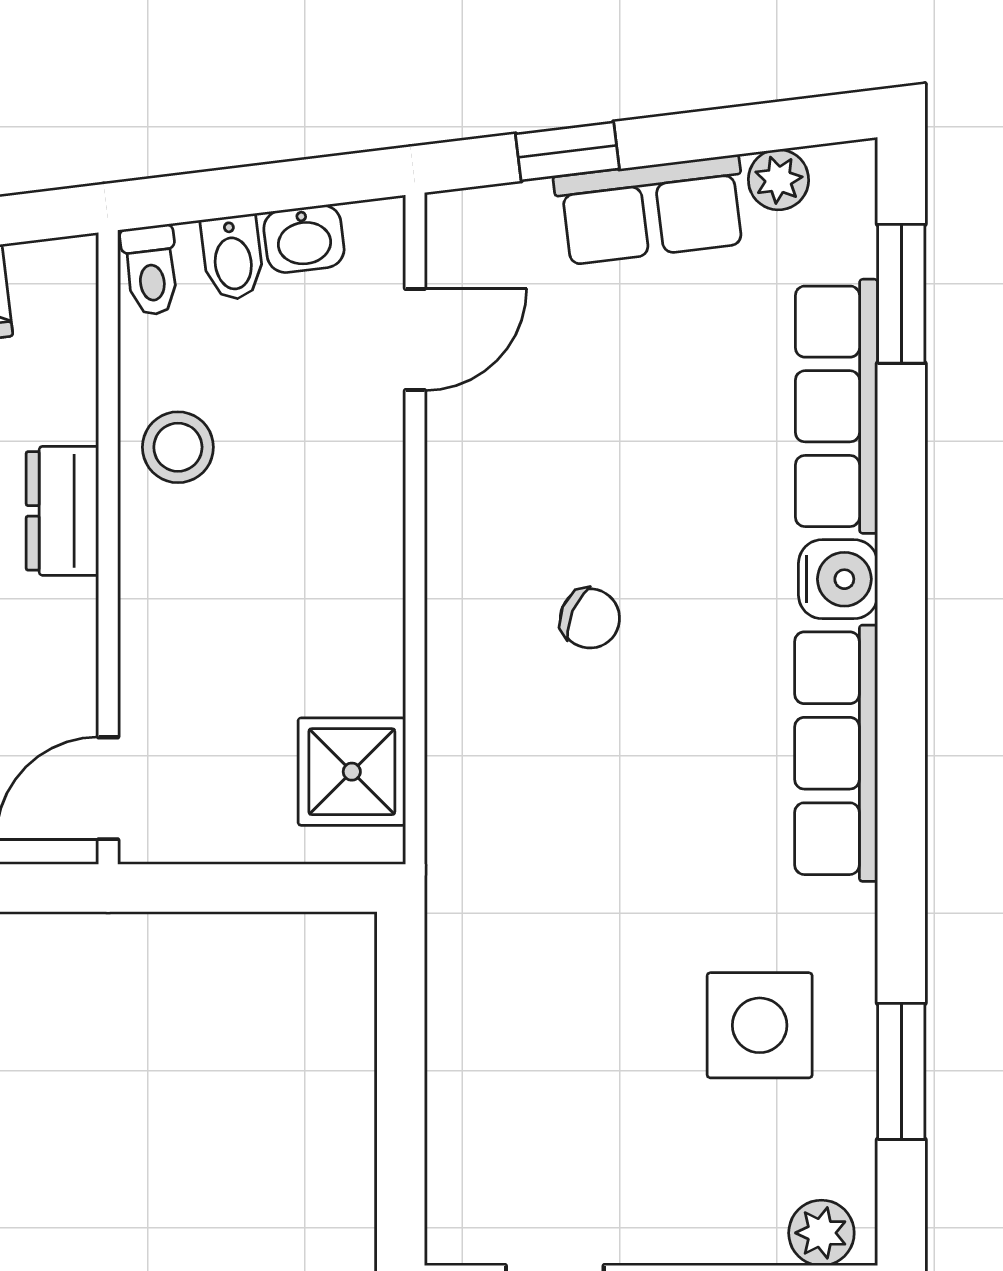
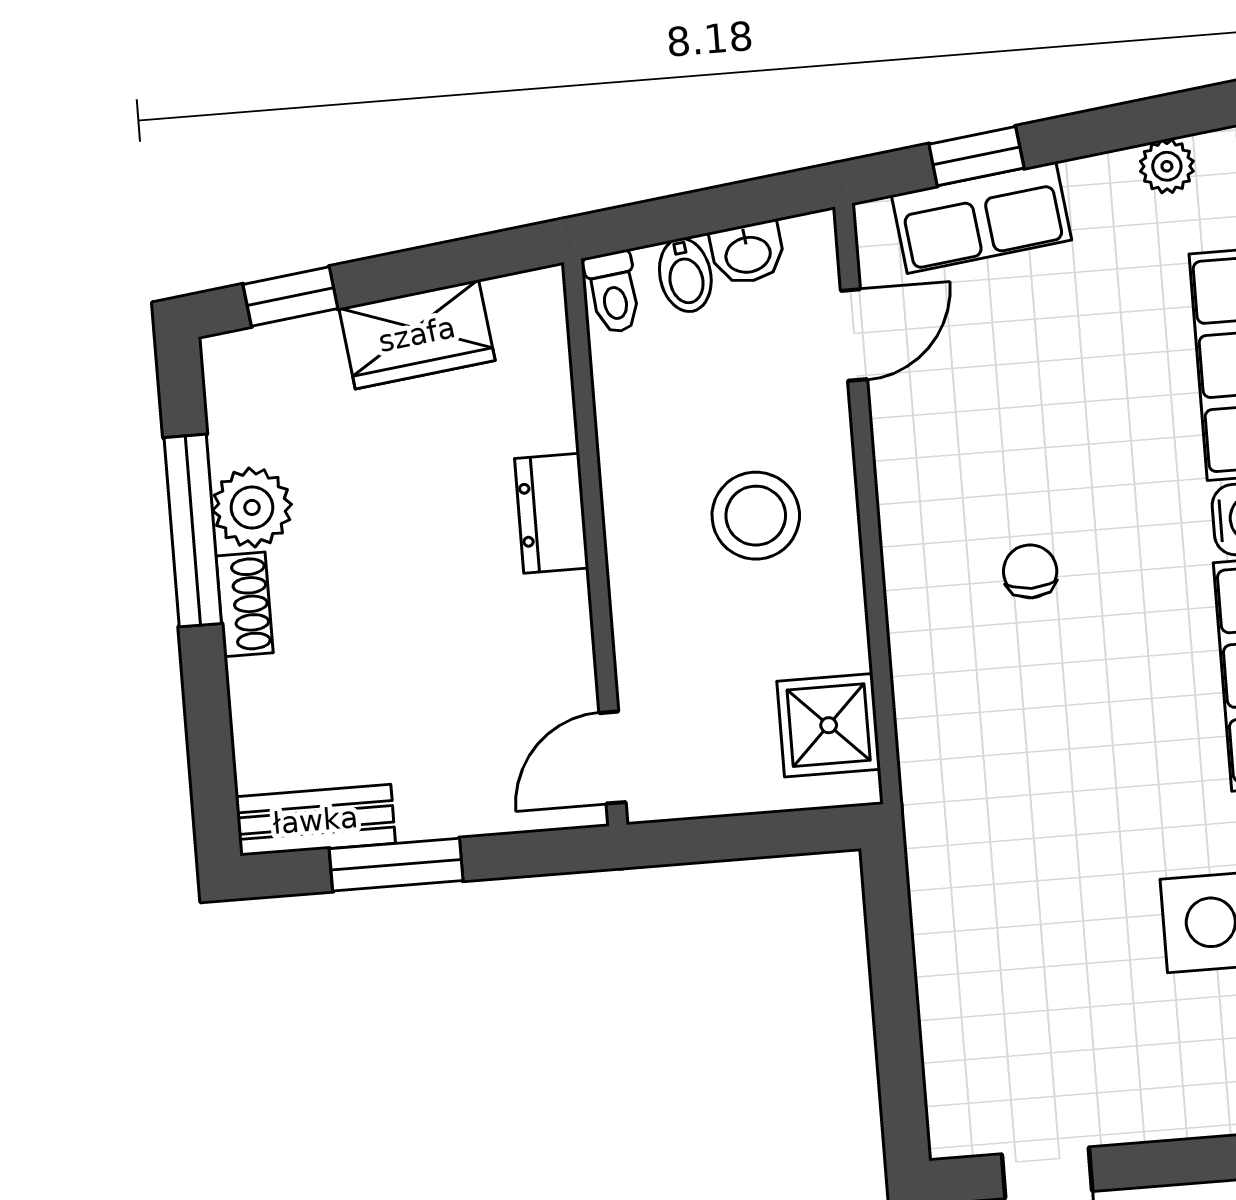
row of seats: (651, 210) -> (981, 218), moved
stool: (178, 447) -> (756, 516), moved, width x1.38, depth x1.38
chair: (590, 618) -> (1030, 571), turned -113

